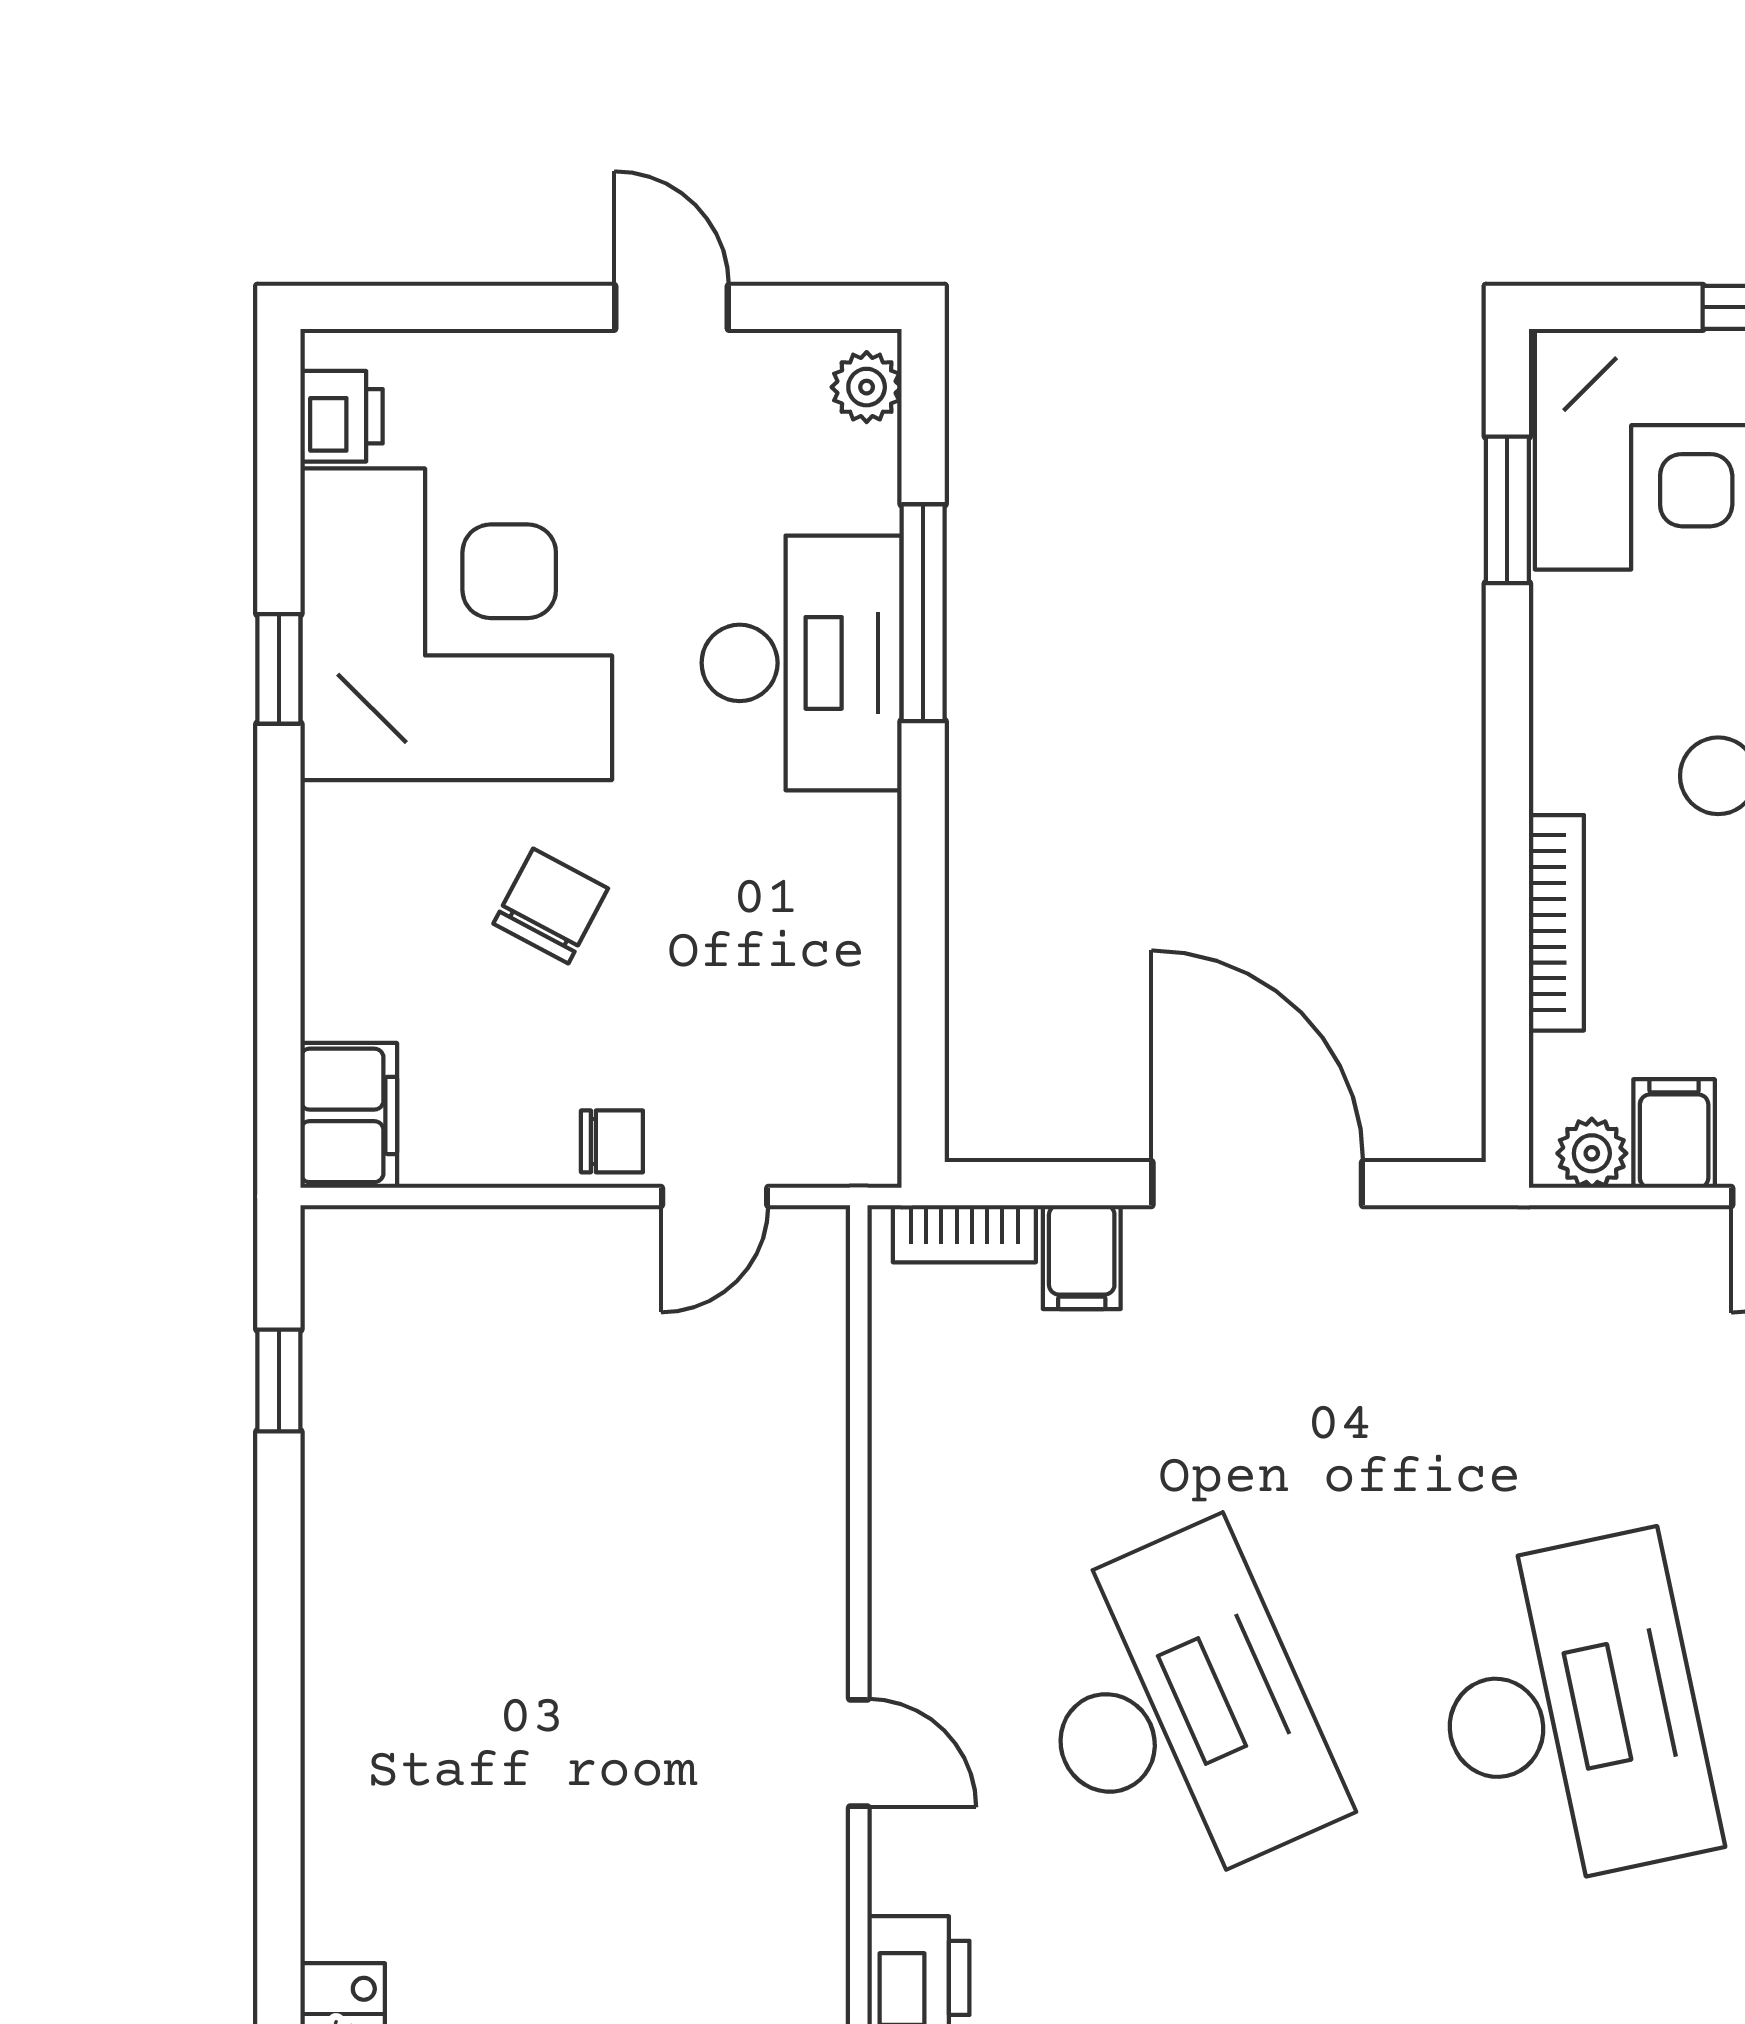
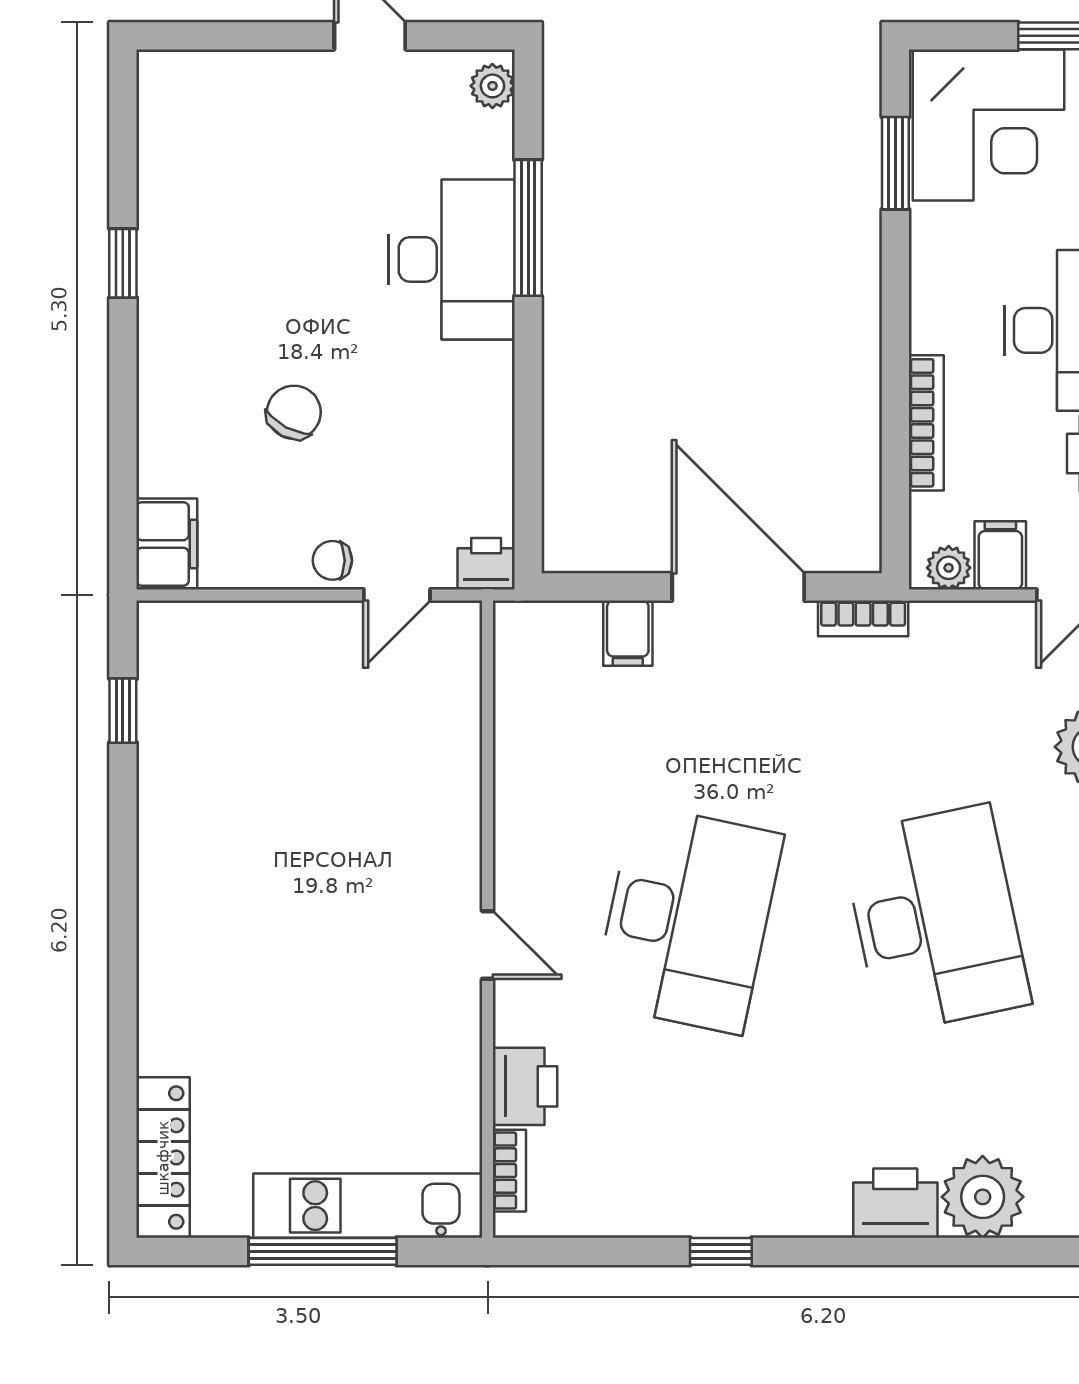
printer: (341, 416) -> (486, 564), moved, turned -90
corner desk: (456, 624) -> (234, 235), removed
chair: (612, 1141) -> (332, 560), turned 180
bookcase: (964, 1234) -> (863, 618), moved
desk: (1177, 1712) -> (688, 919), turned 36

